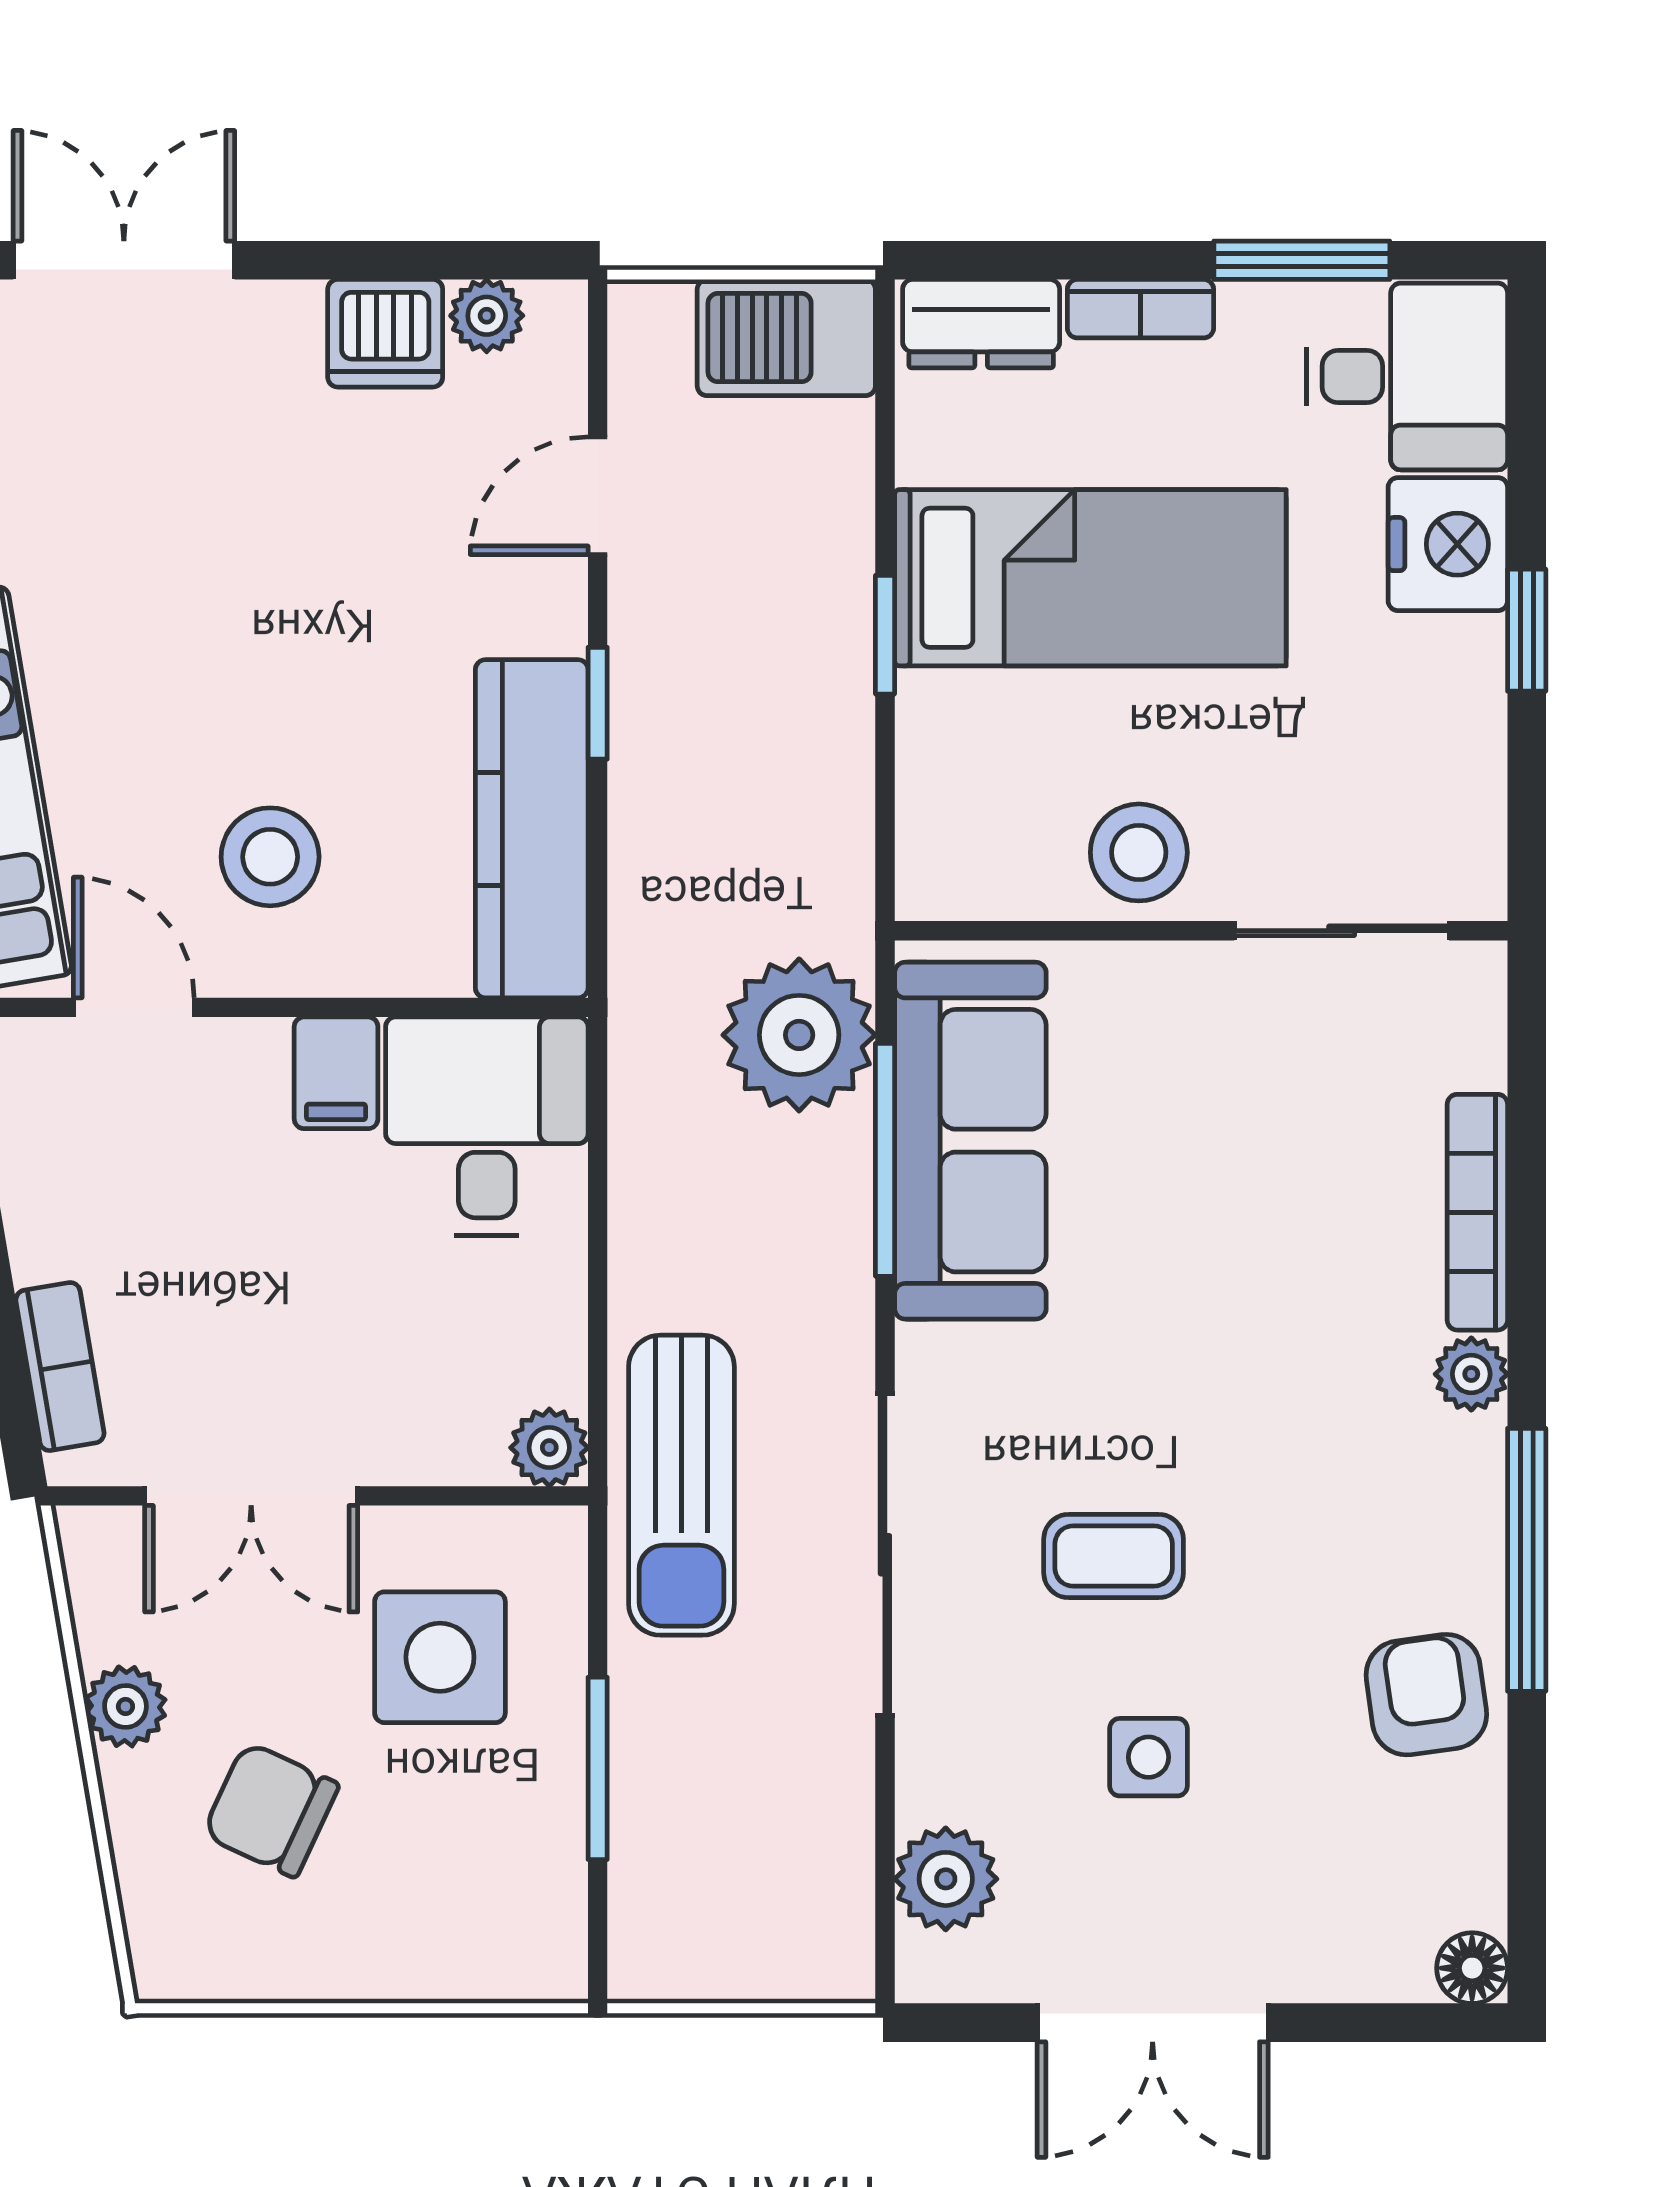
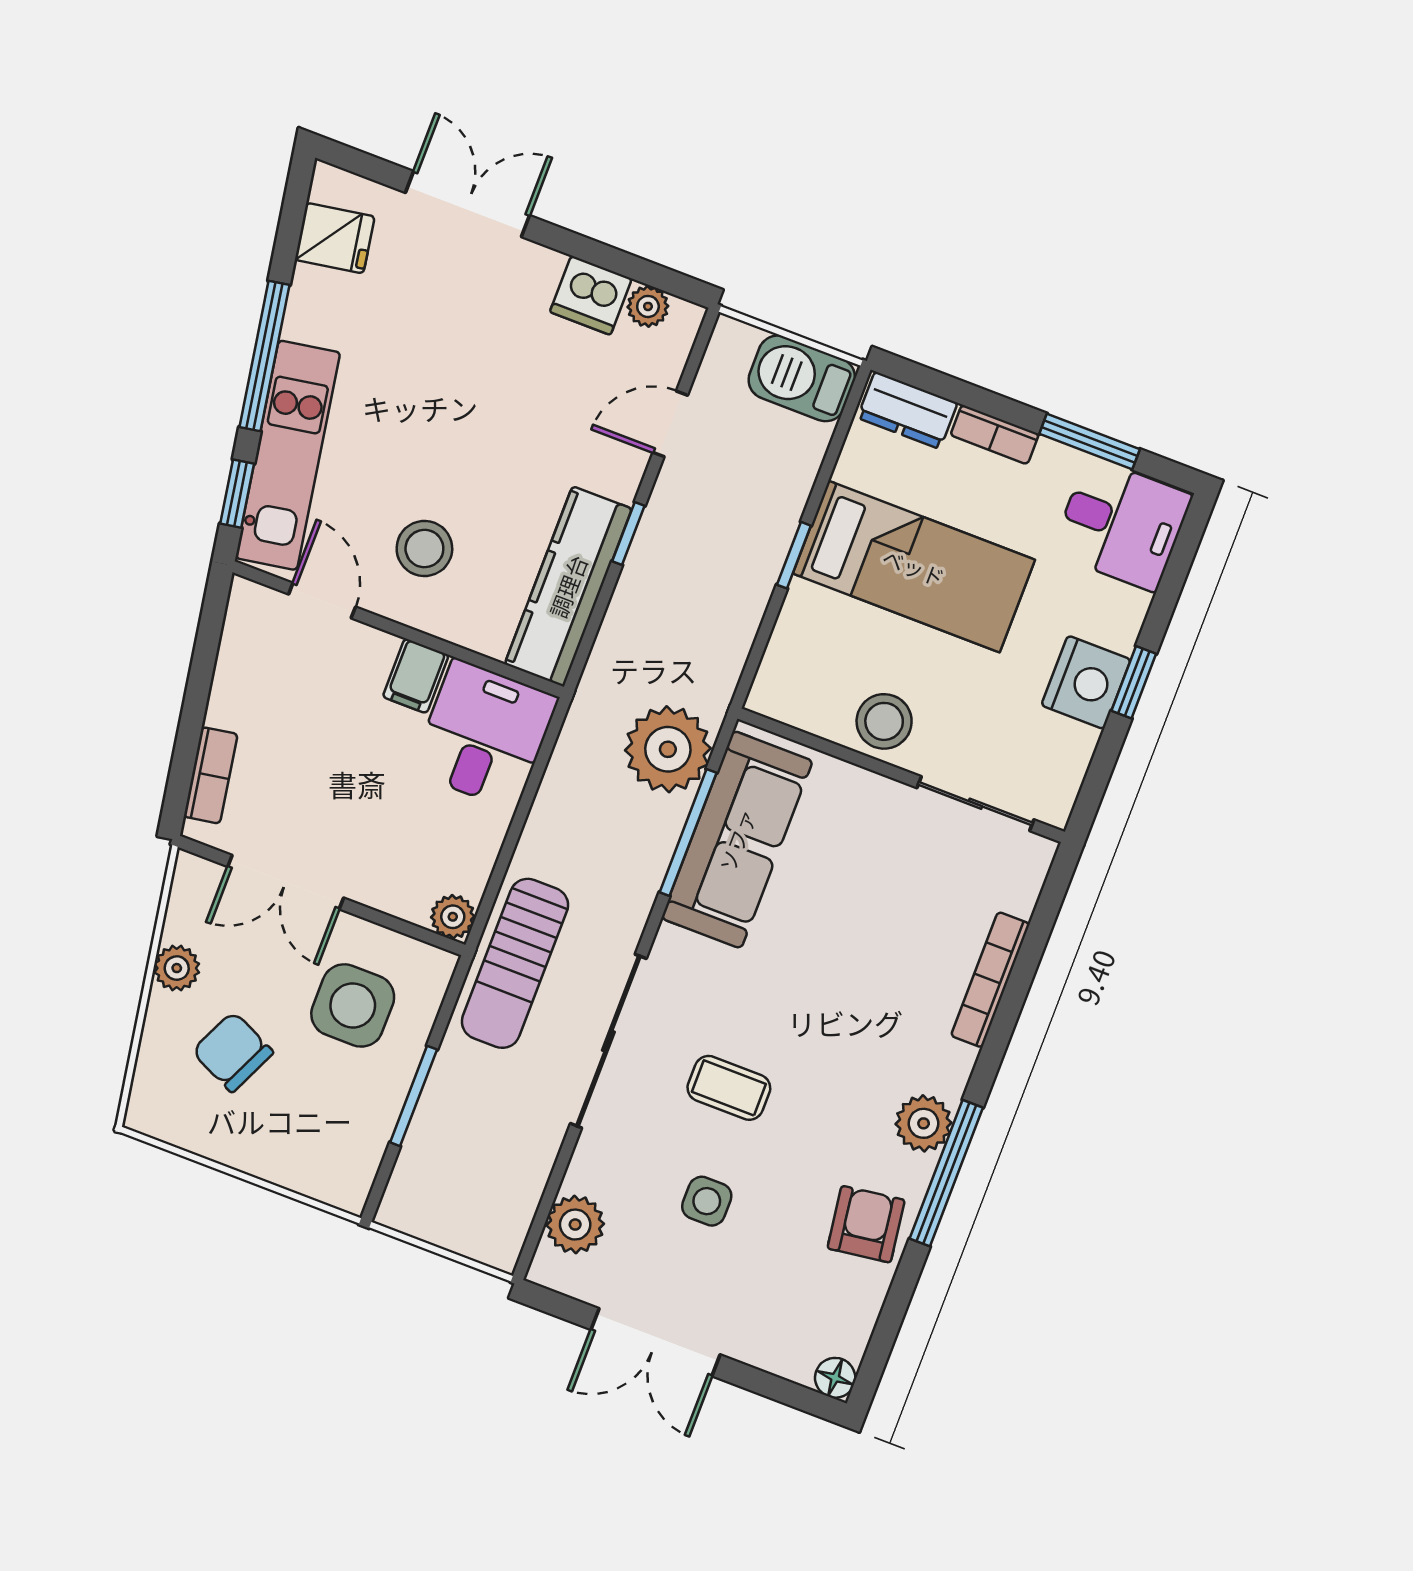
nightstand: (1448, 544) -> (1086, 682), moved
plant: (1471, 1374) -> (924, 1123), moved, width x1.38, depth x1.38

